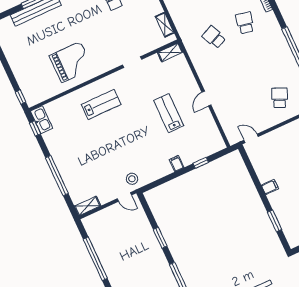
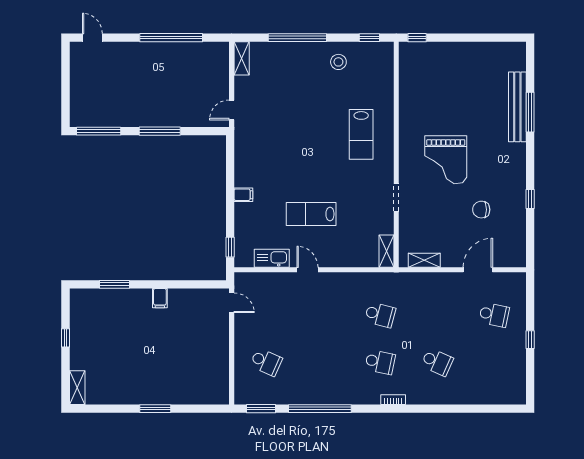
school desk: (214, 37) -> (380, 315), turned 39
grand piano: (71, 62) -> (446, 160), moved
lab bench: (169, 113) -> (311, 214), turned 180
kitchen sink: (42, 120) -> (272, 258), moved, turned 180
door: (251, 138) -> (232, 303), hinge flipped
window: (201, 163) -> (230, 247), moved
stool: (132, 179) -> (338, 62), moved
window: (160, 238) -> (160, 131), width x1.44

